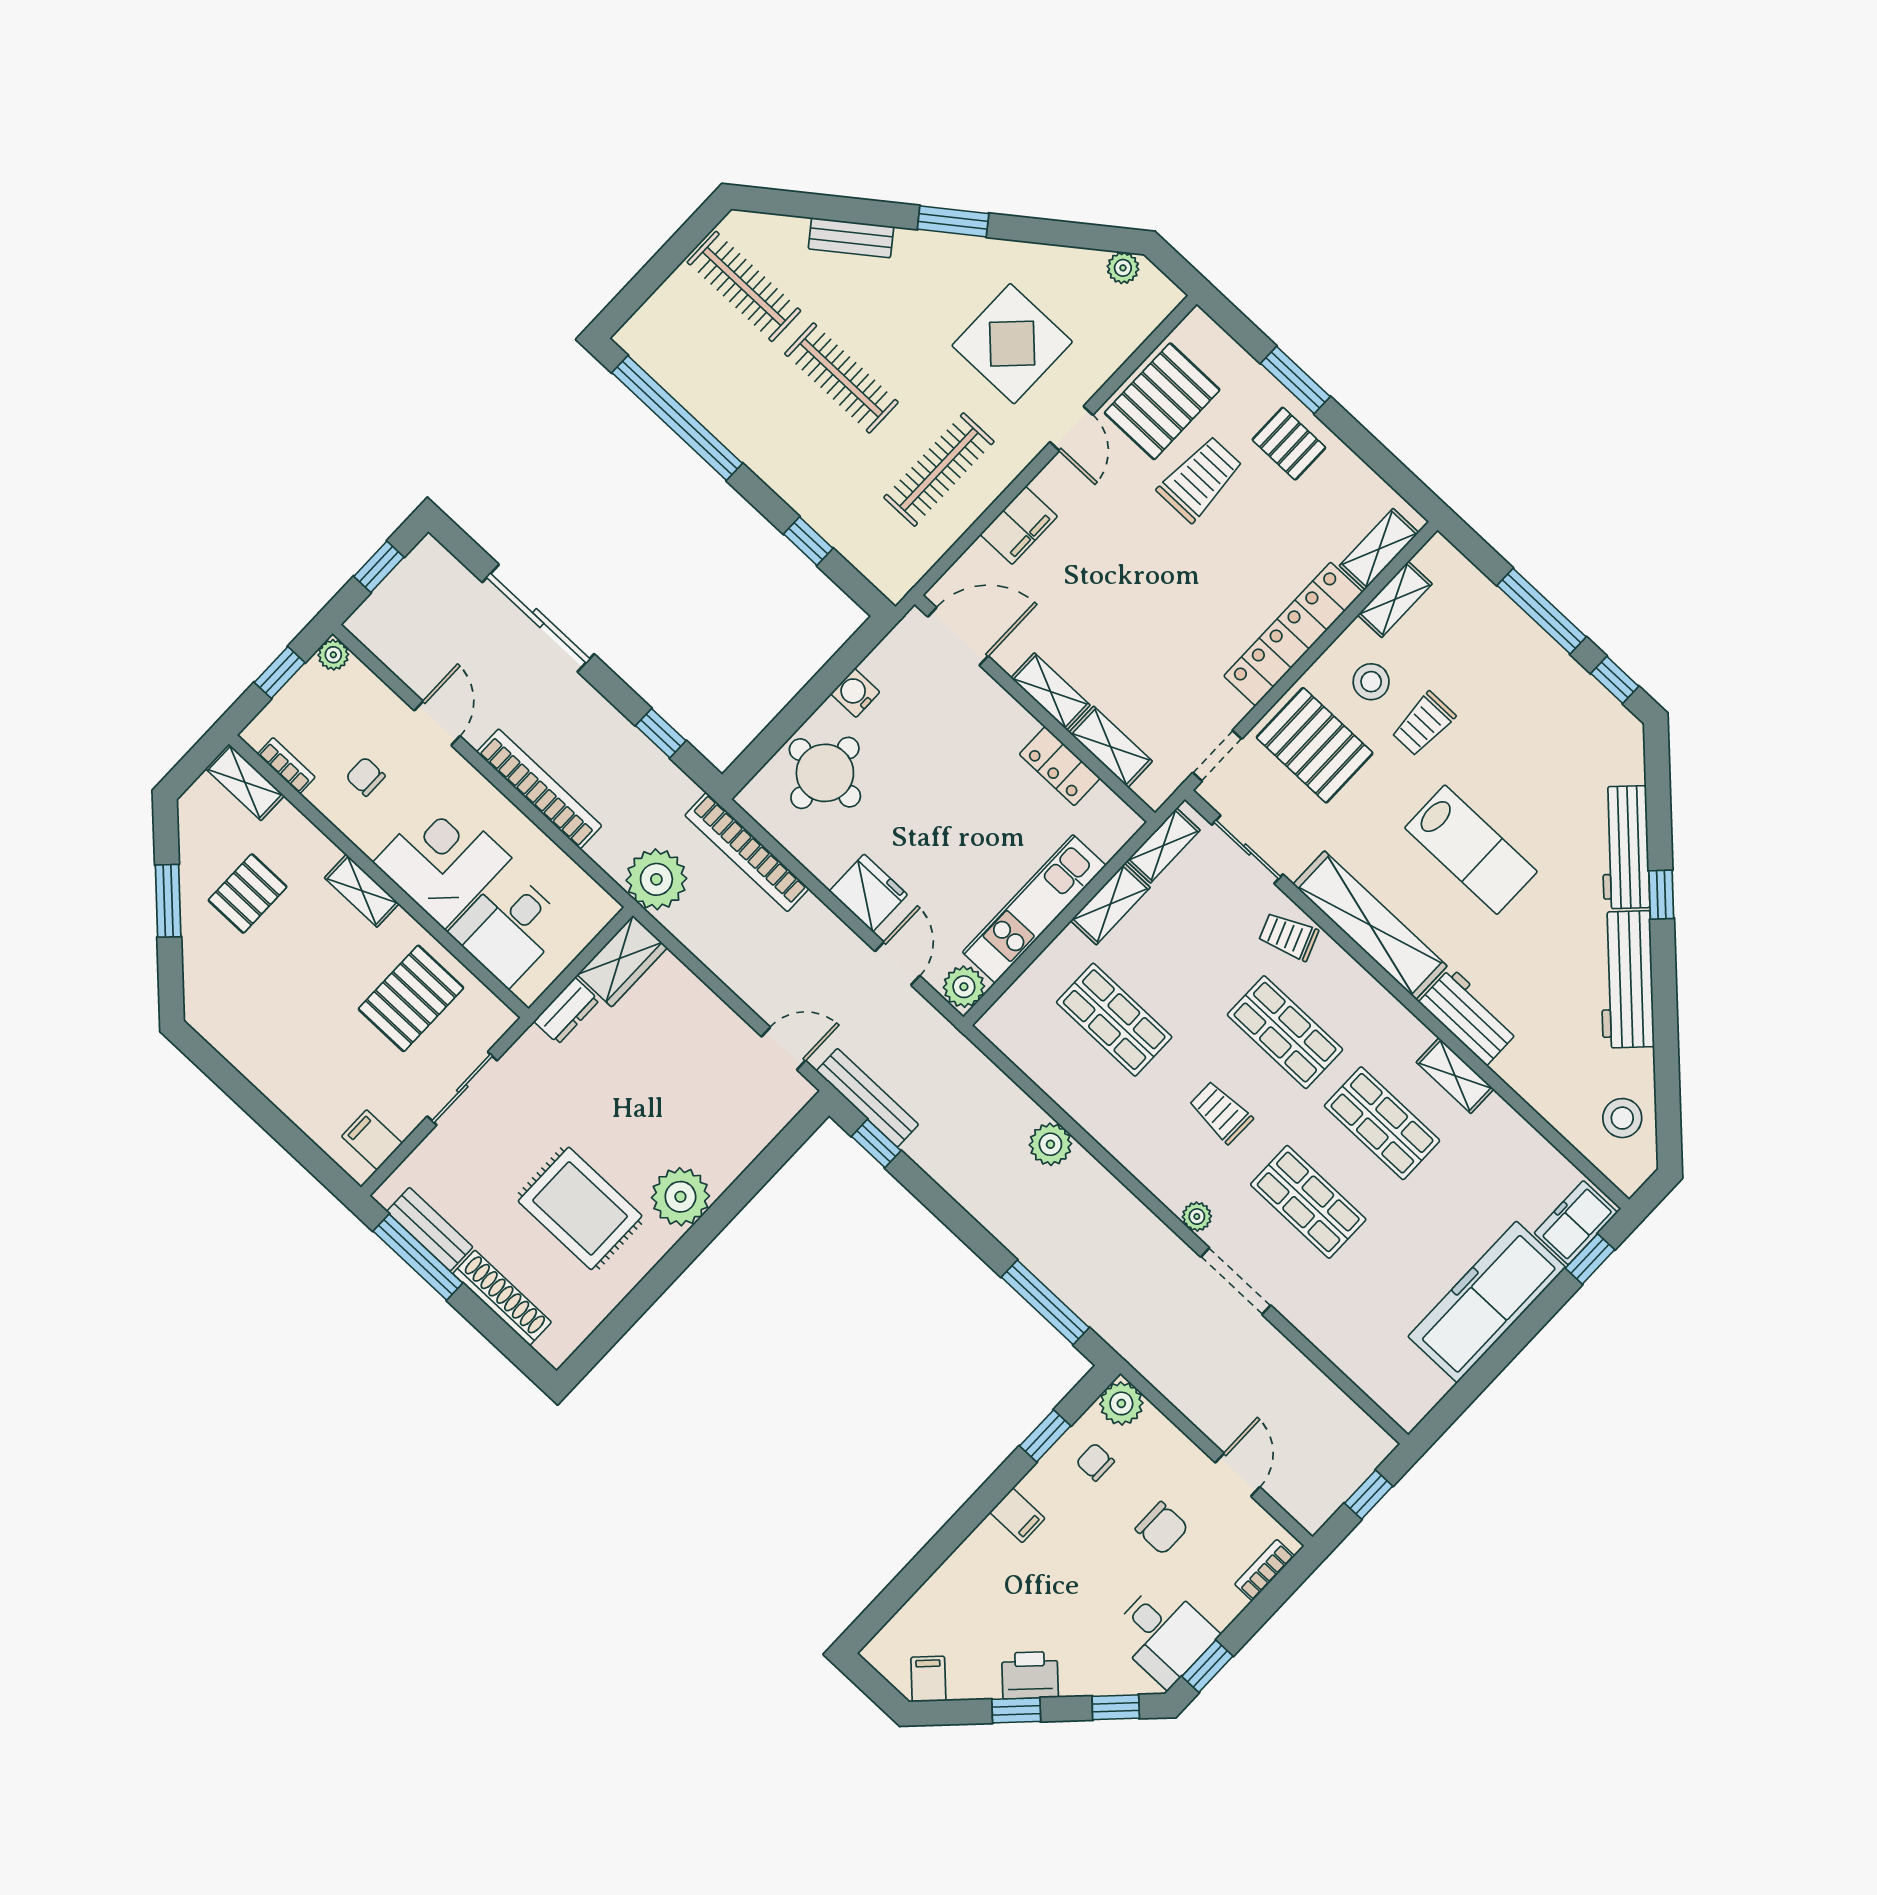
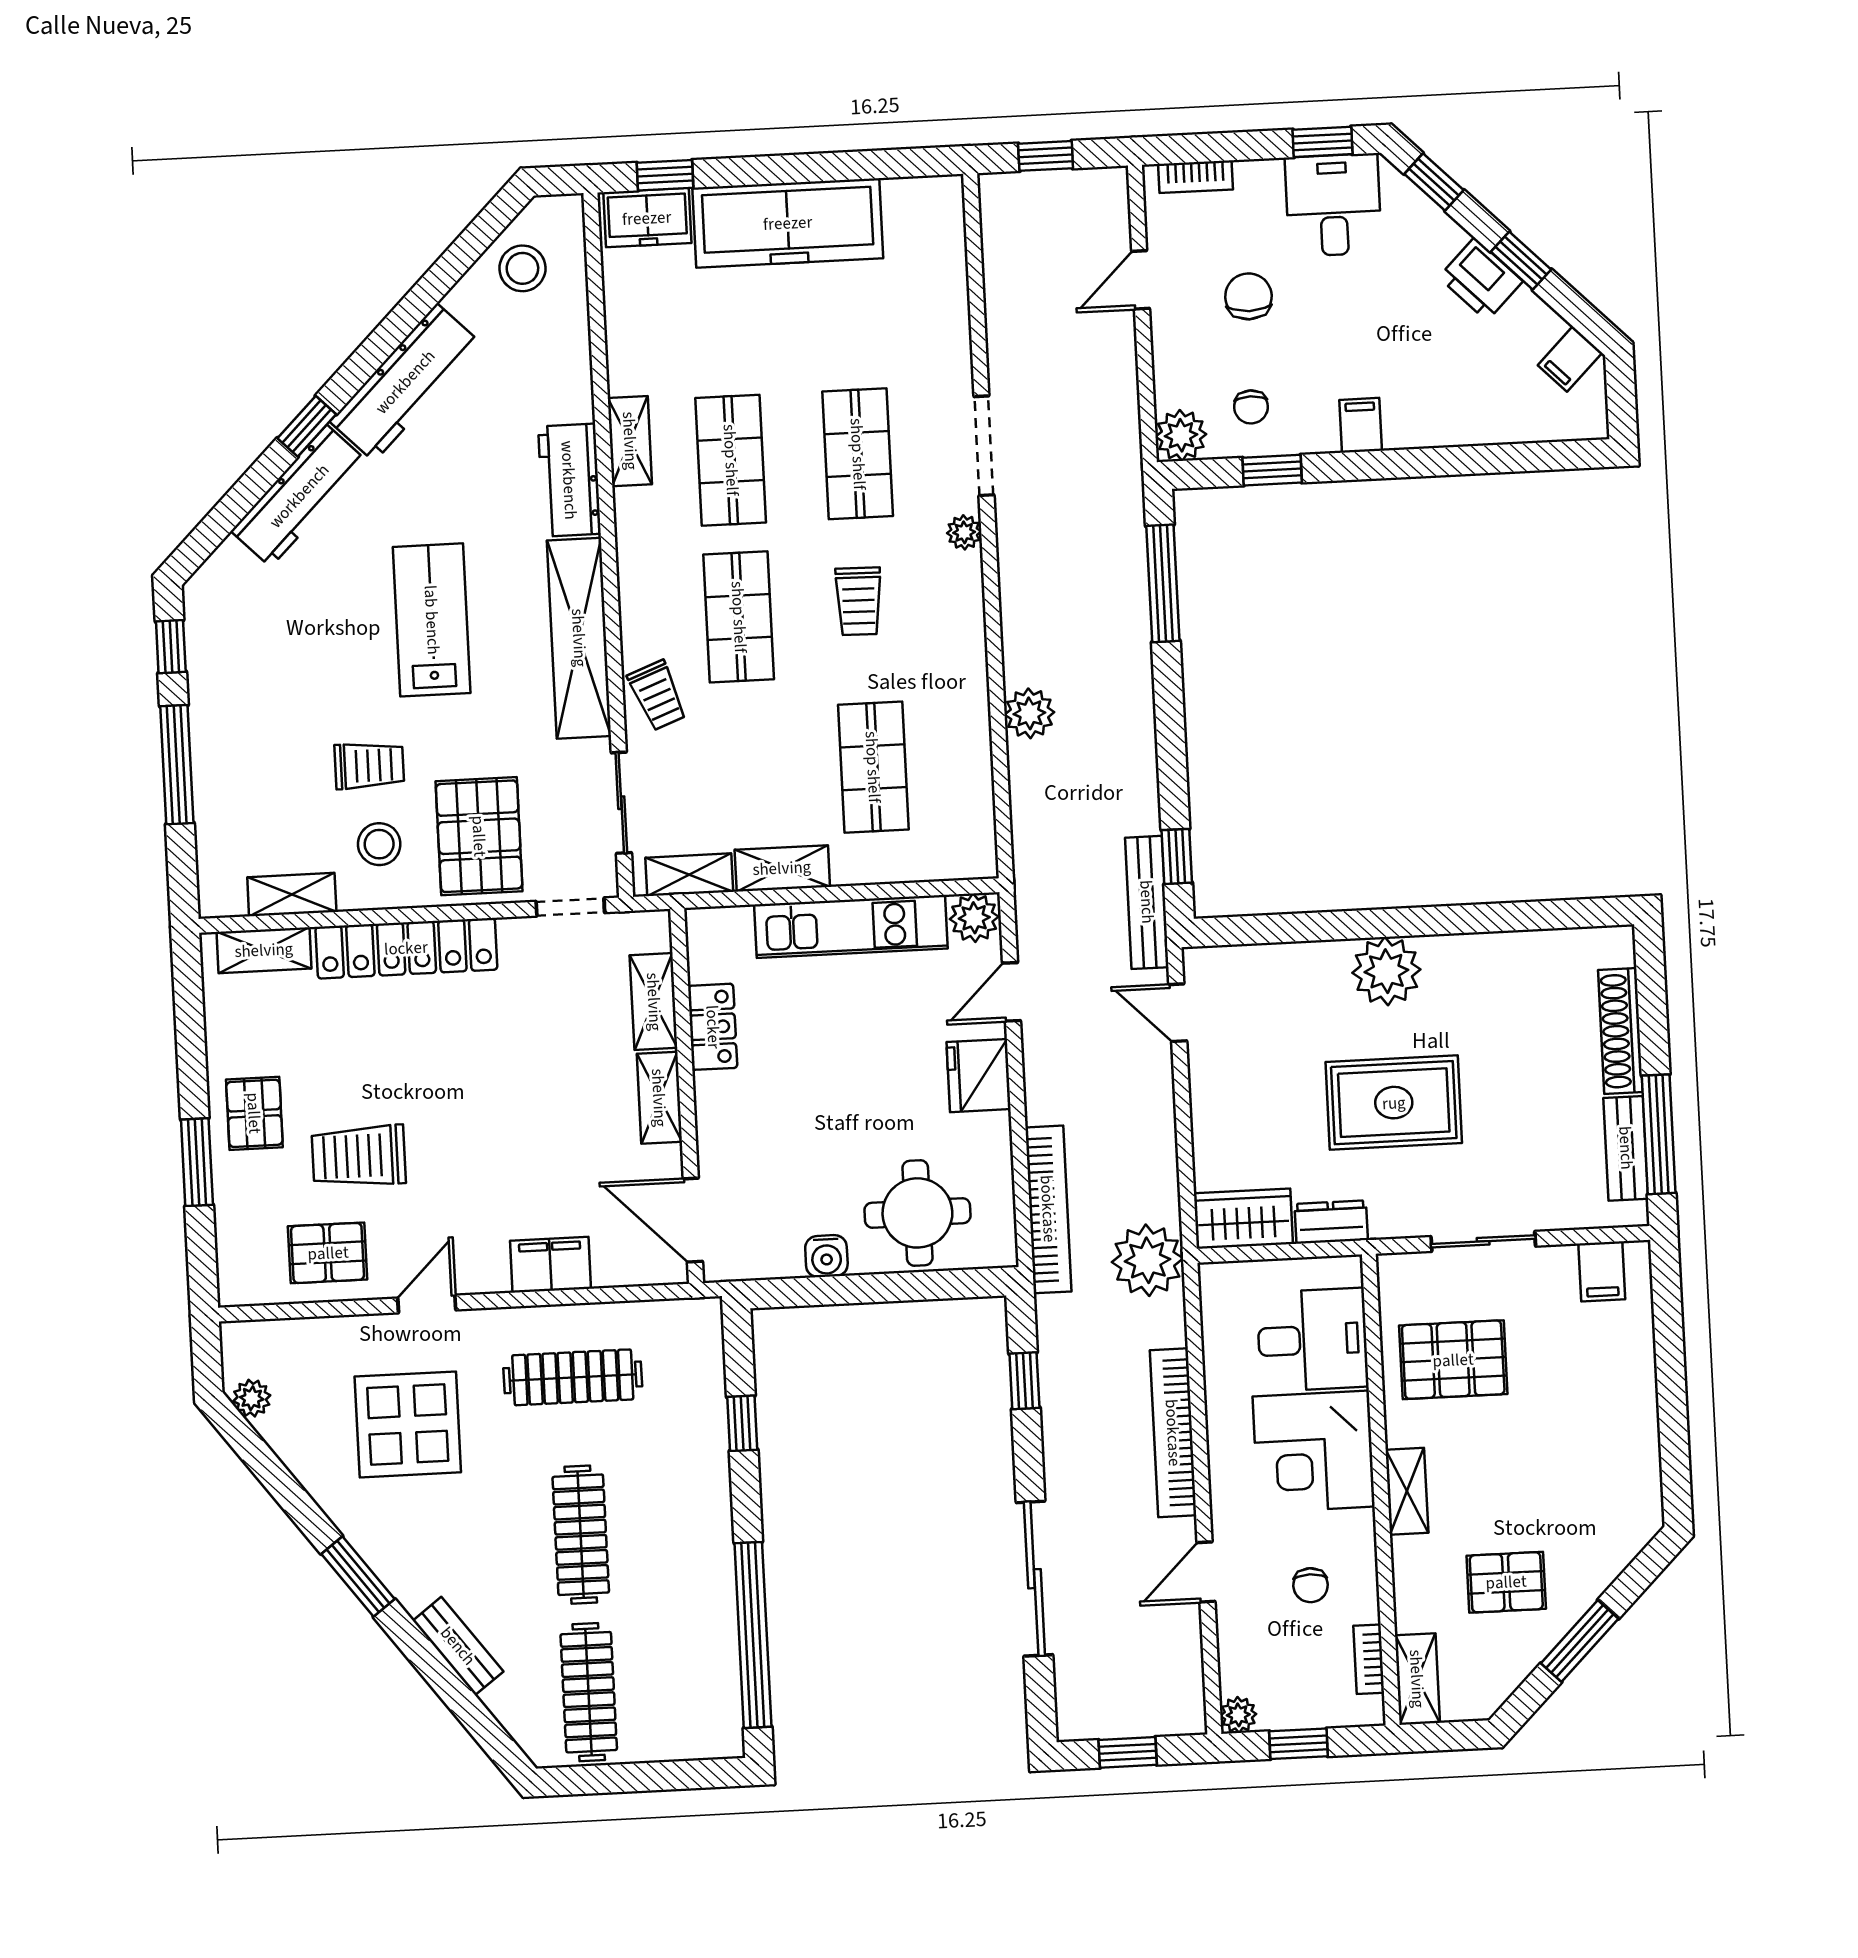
pallet: (1162, 401) -> (328, 1253), width x0.67, depth x0.71
rug: (580, 1208) -> (1394, 1103), moved, turned 90

